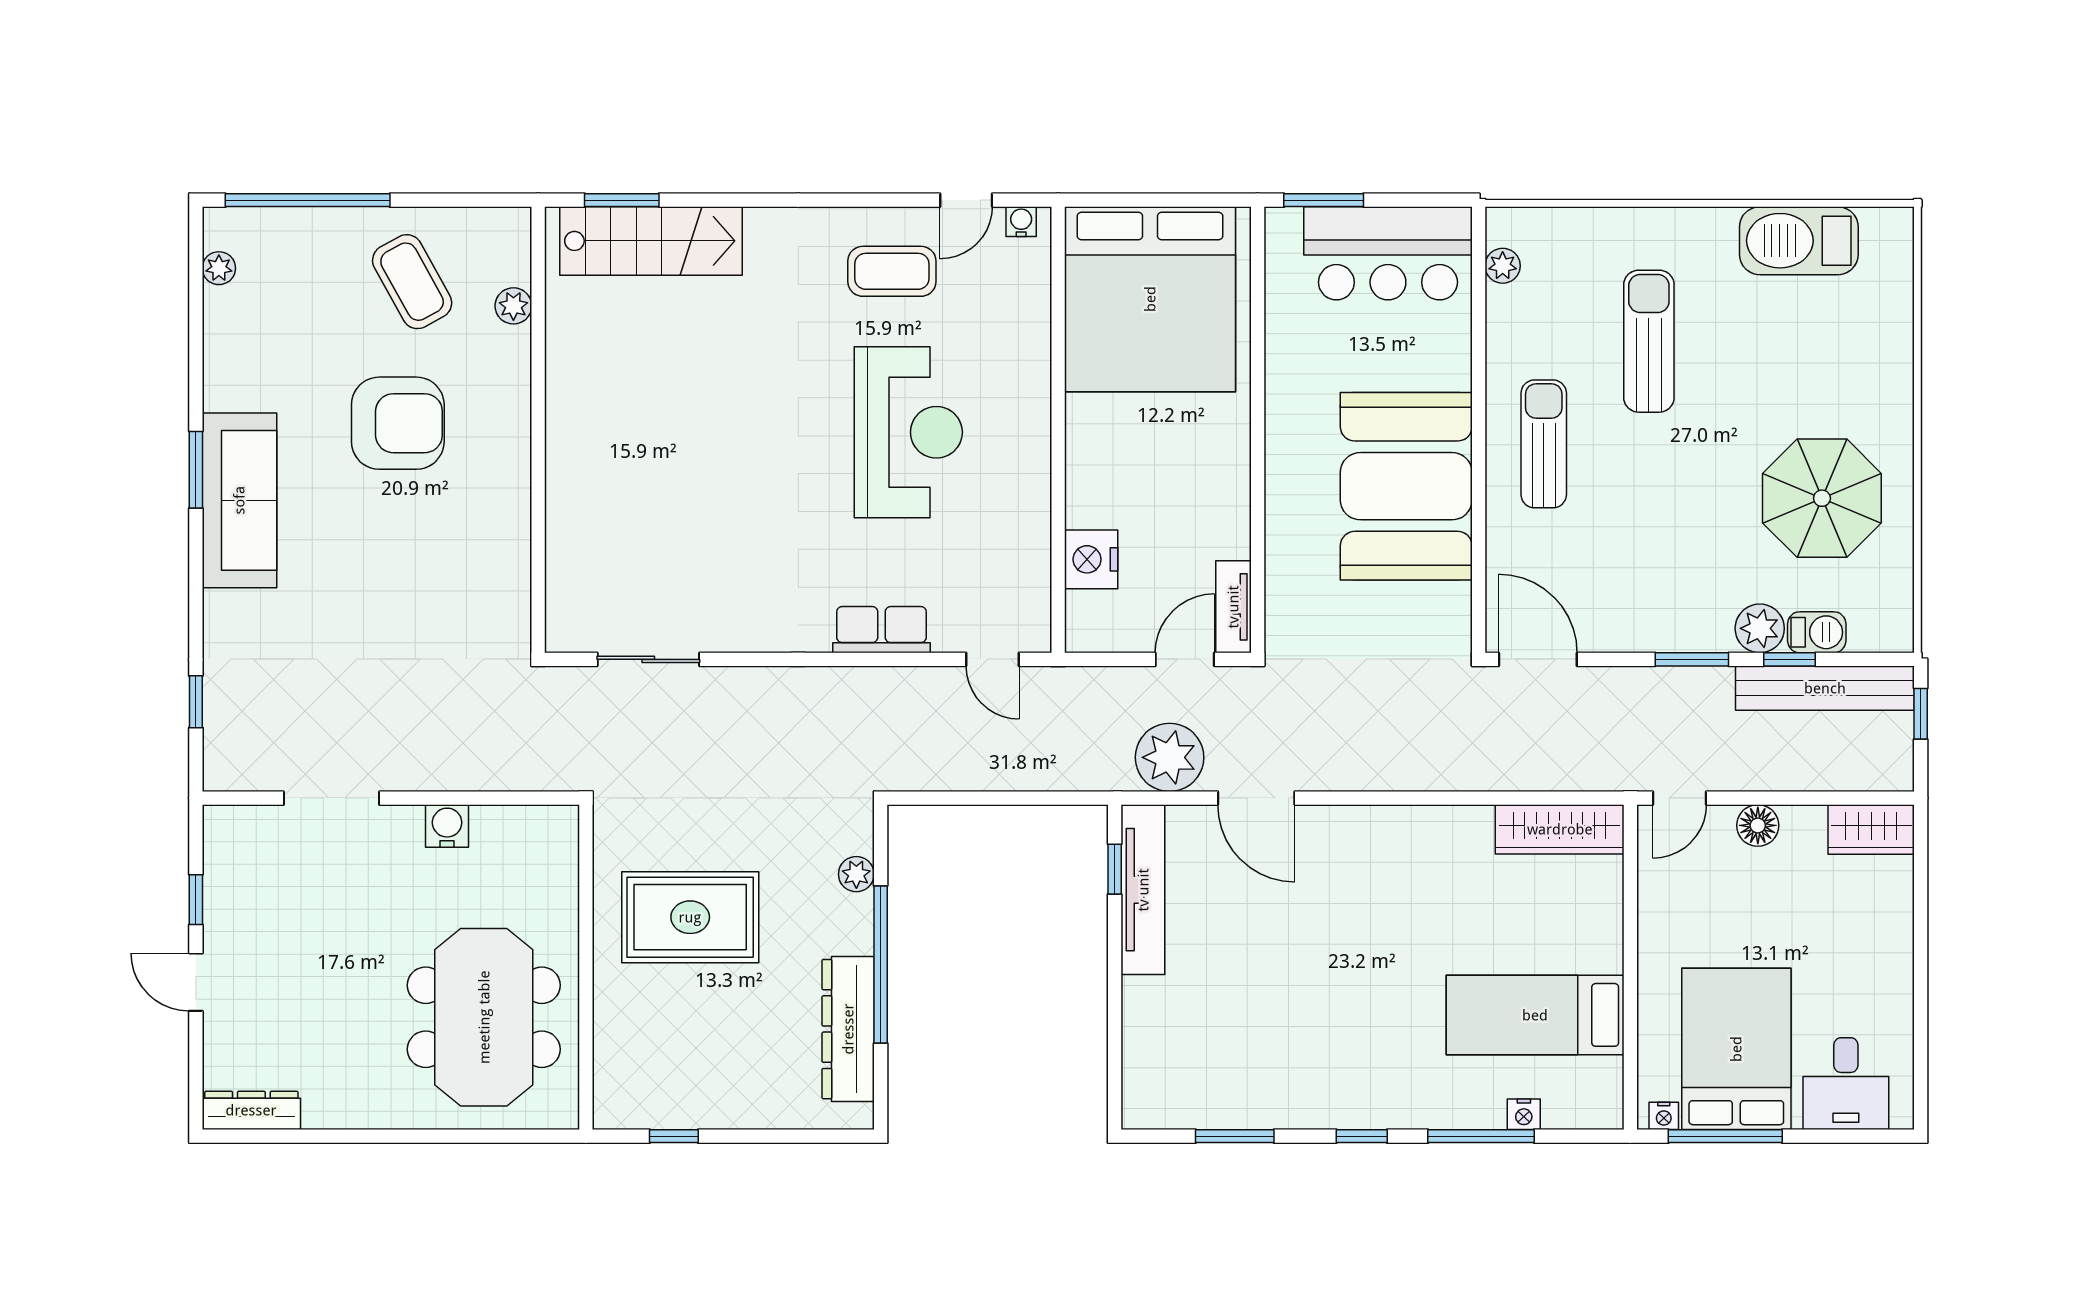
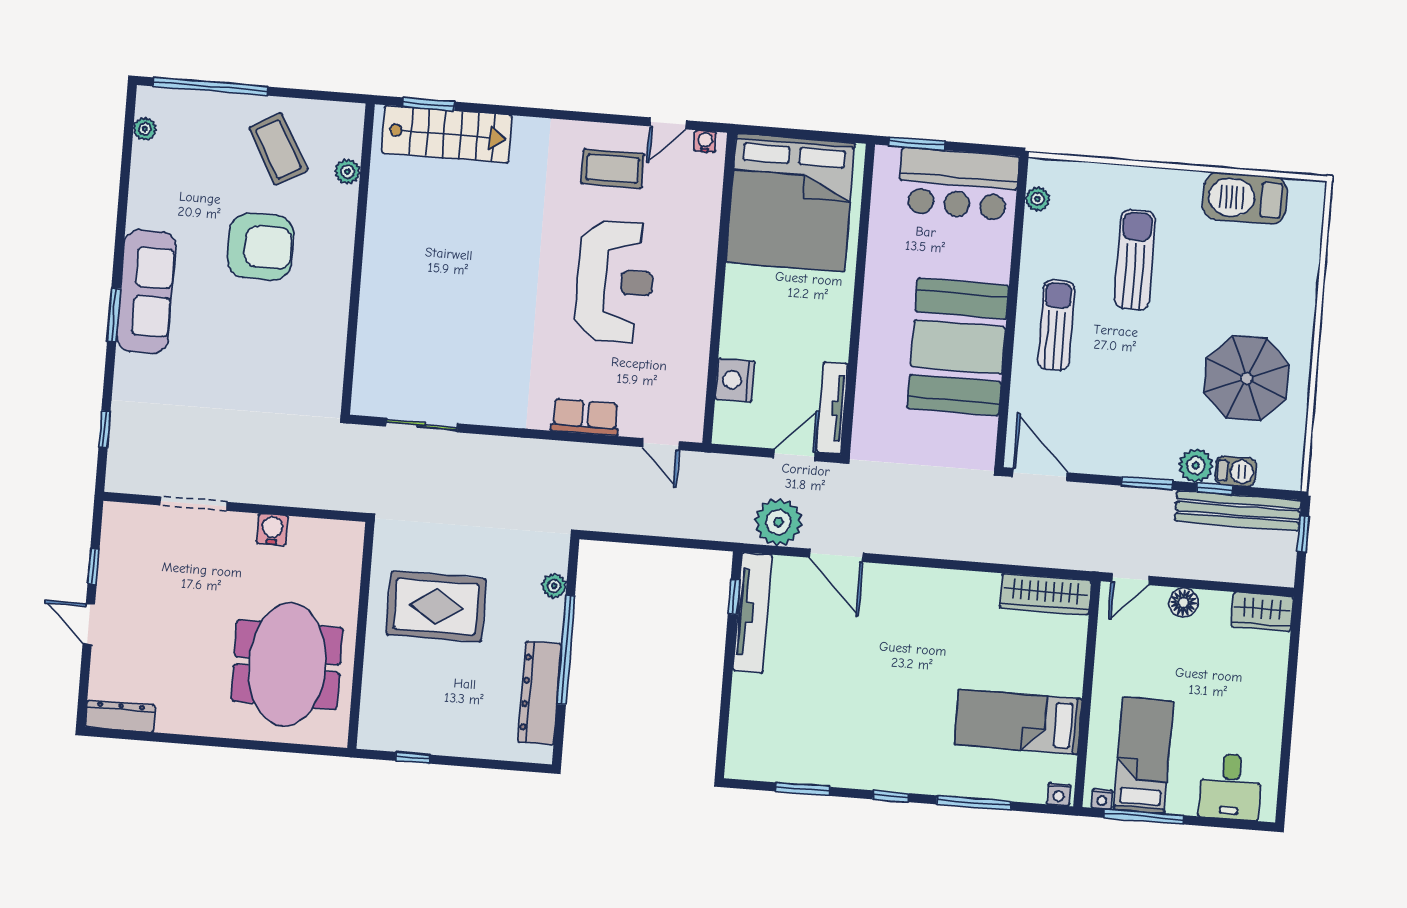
window: (196, 470) -> (114, 315), moved
tv unit: (1233, 607) -> (832, 408), width x1.41
bed: (1736, 1049) -> (1144, 756), width x0.67
nightstand: (1524, 1114) -> (1059, 794), moved

